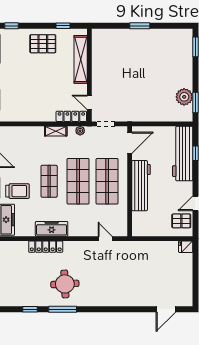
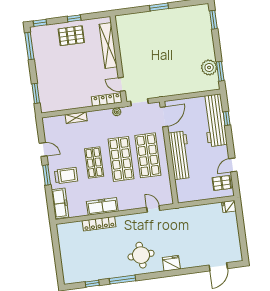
window: (63, 26) -> (74, 18), moved
shelving: (56, 131) -> (76, 118), moved
round table: (65, 284) -> (141, 255), moved
fridge: (117, 299) -> (171, 263), added

